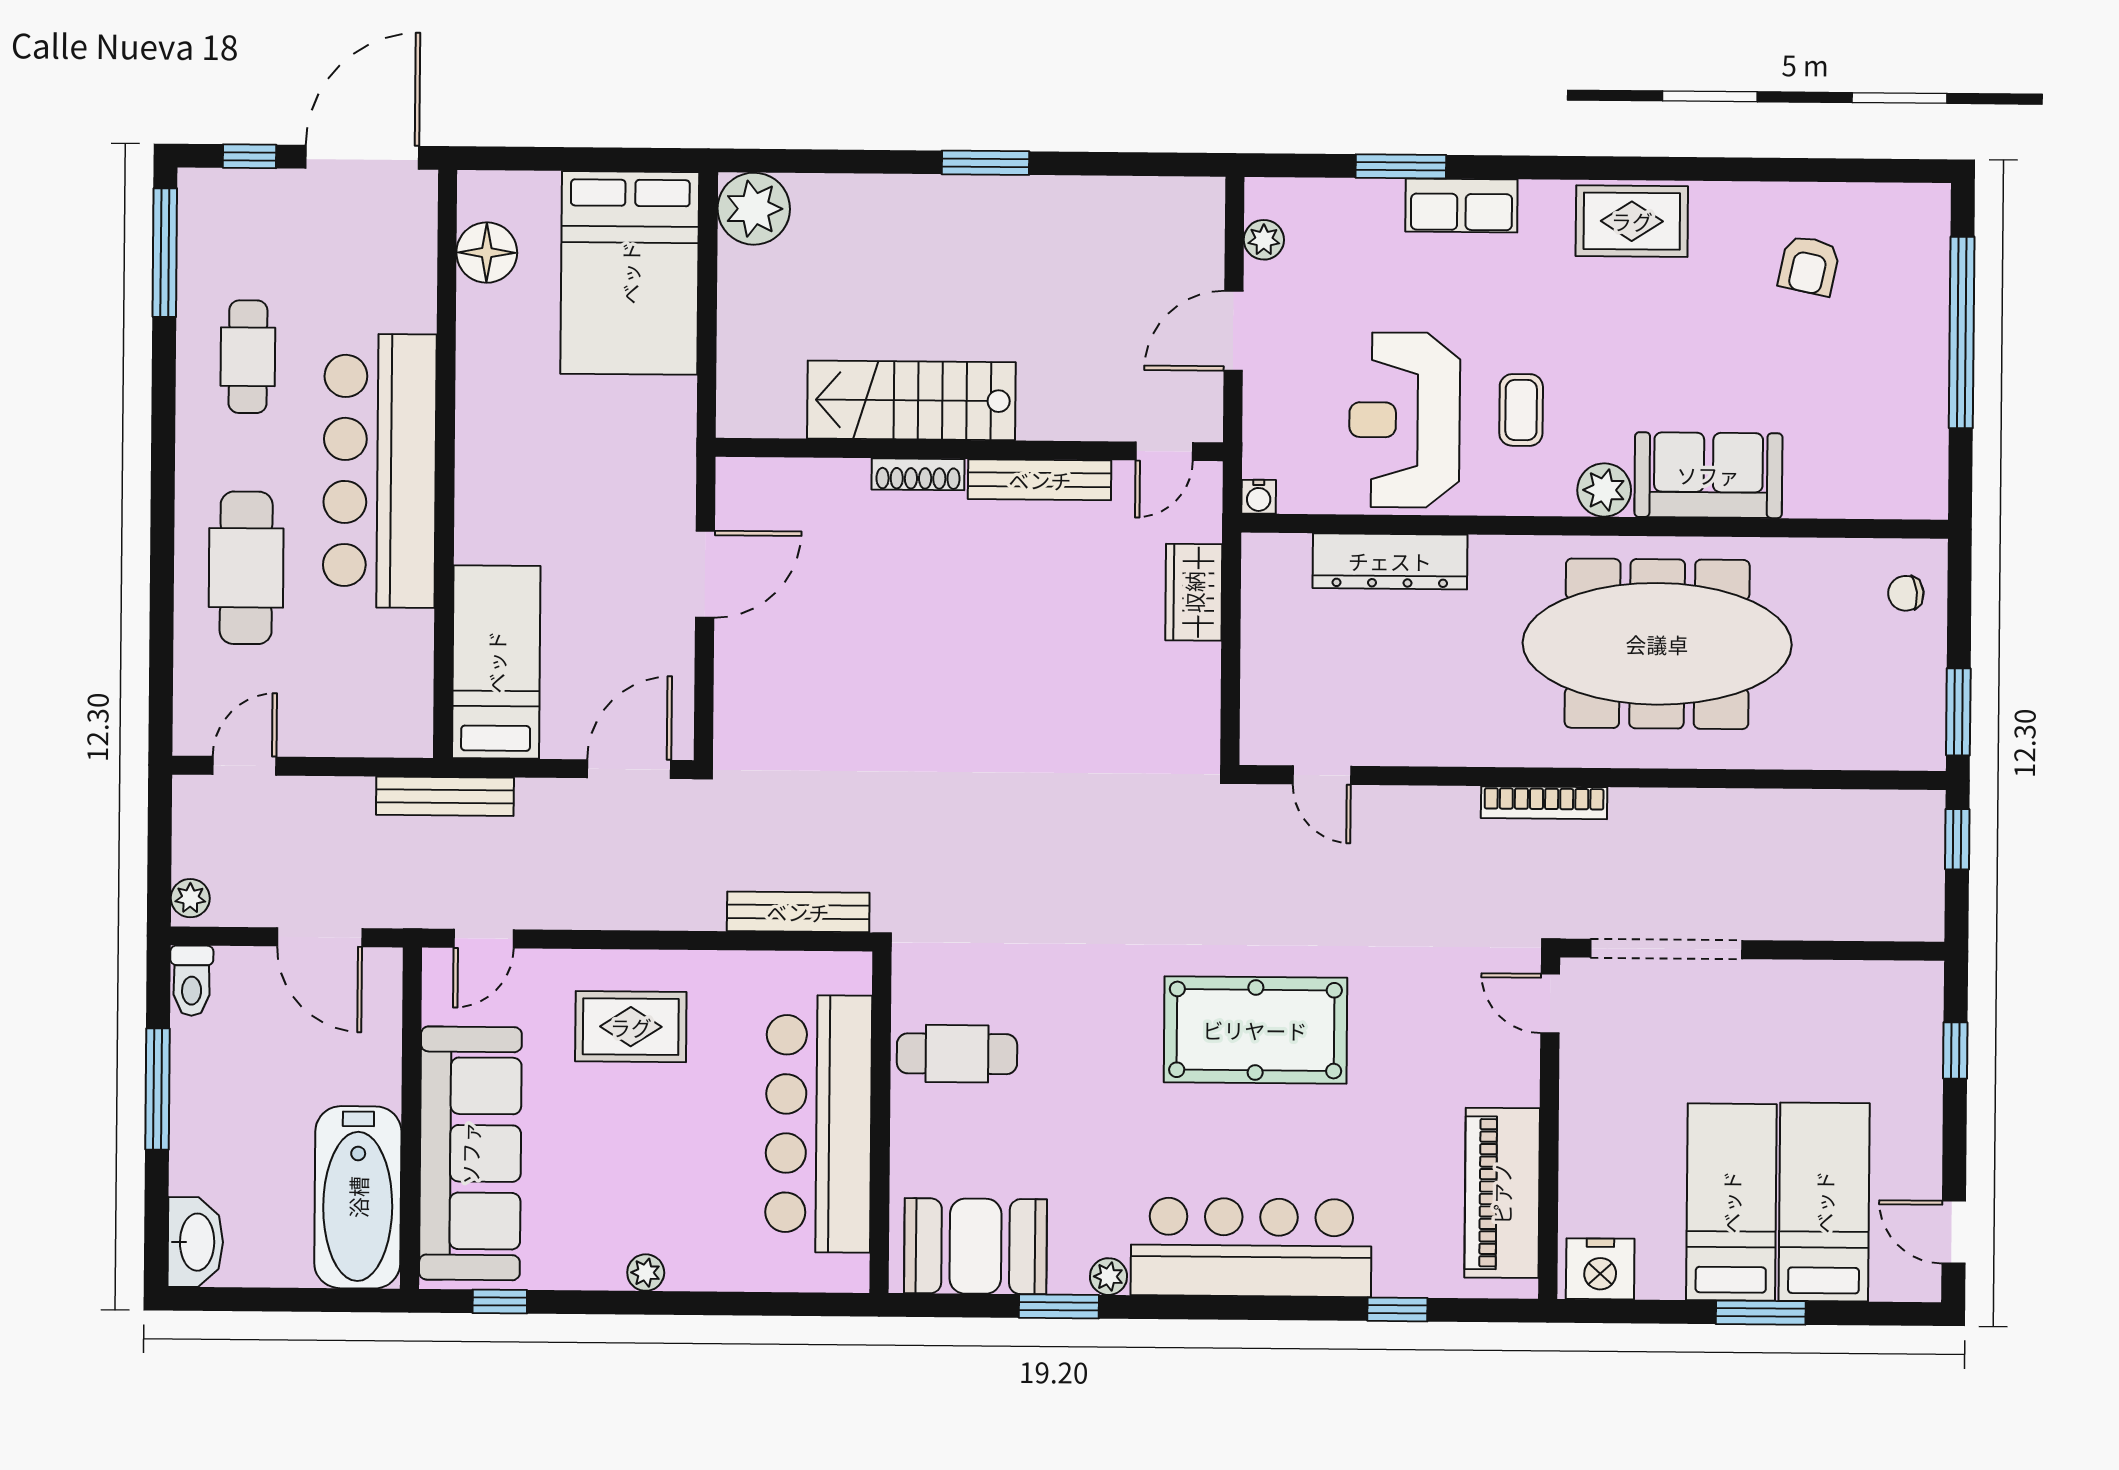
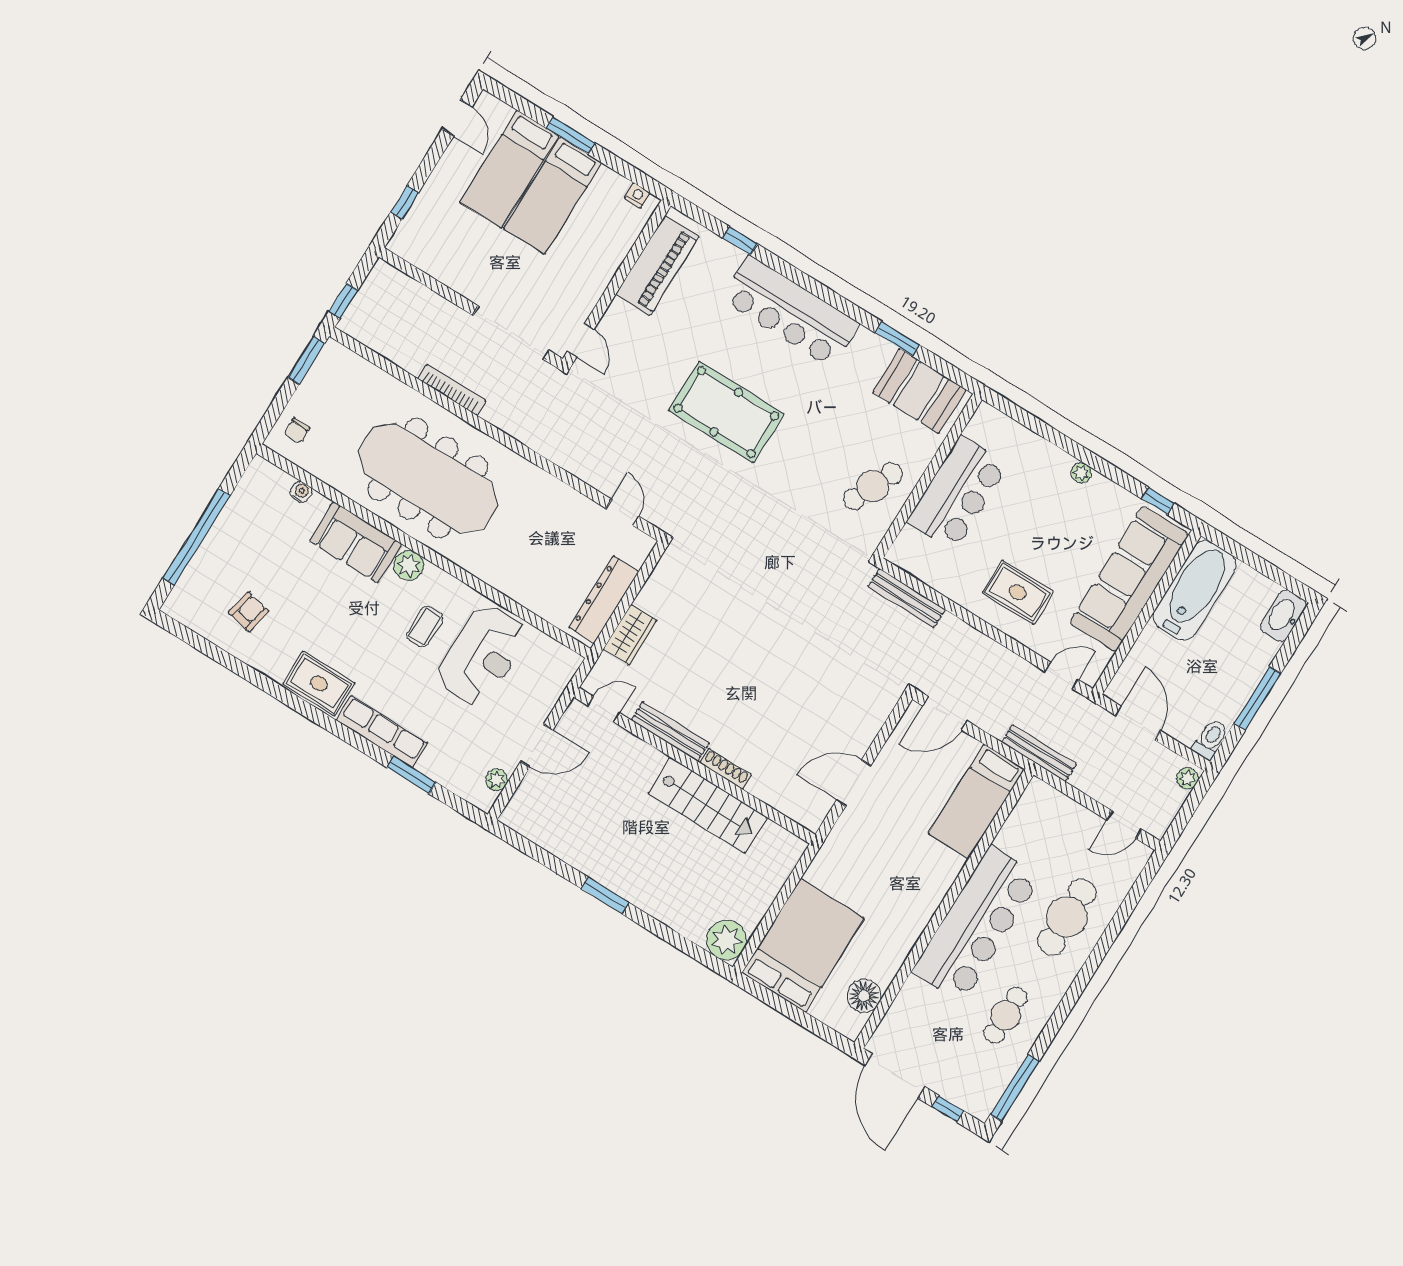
door: (362, 157) -> (895, 1076), hinge flipped
row of seats: (1461, 205) -> (382, 732), width x1.48
water cooler: (1259, 497) -> (301, 492), moved
dresser: (1390, 561) -> (604, 600), moved, turned -90
chair: (1906, 593) -> (297, 431), turned 96
bookcase: (1544, 803) -> (452, 390), moved
cafe table: (957, 1054) -> (873, 486), turned -66
bar counter: (819, 1124) -> (958, 493), width x0.73
nightstand: (1600, 1269) -> (637, 195), width x0.53, depth x0.56
plant: (1109, 1277) -> (866, 339), removed

